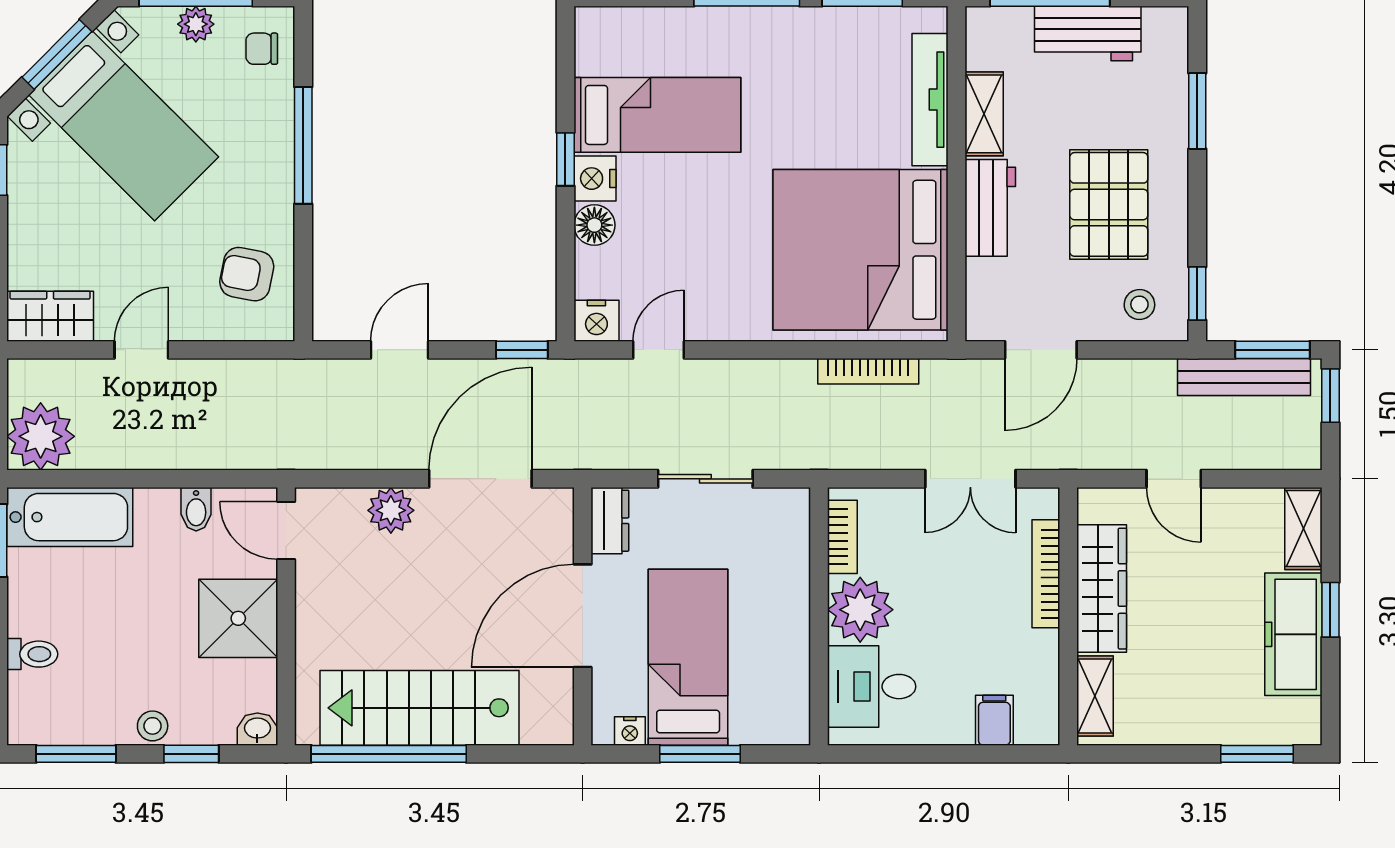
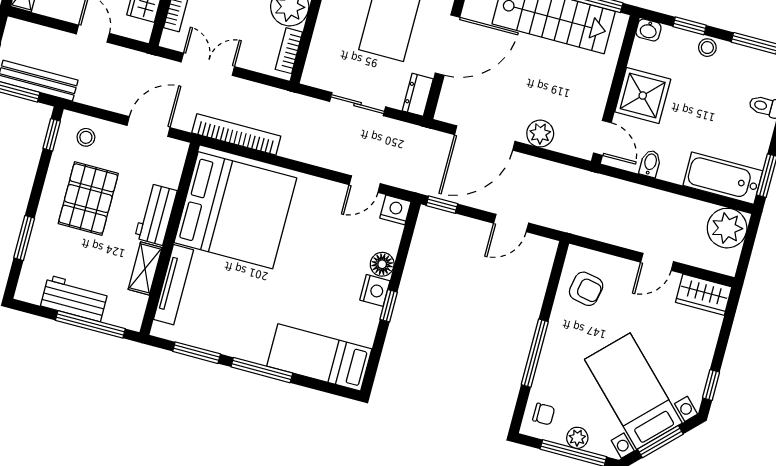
bed: (657, 115) -> (319, 357), moved
bookcase: (868, 371) -> (236, 134), width x1.48, depth x1.31

